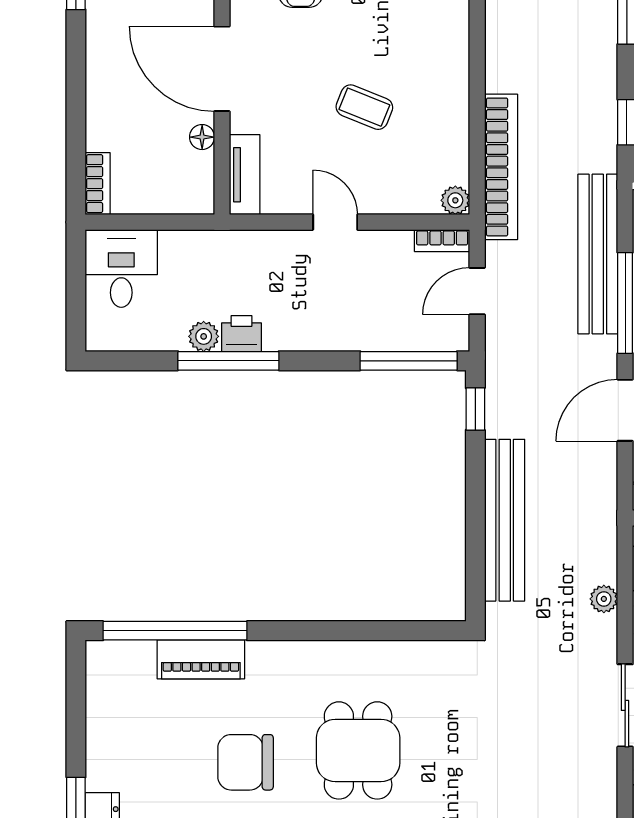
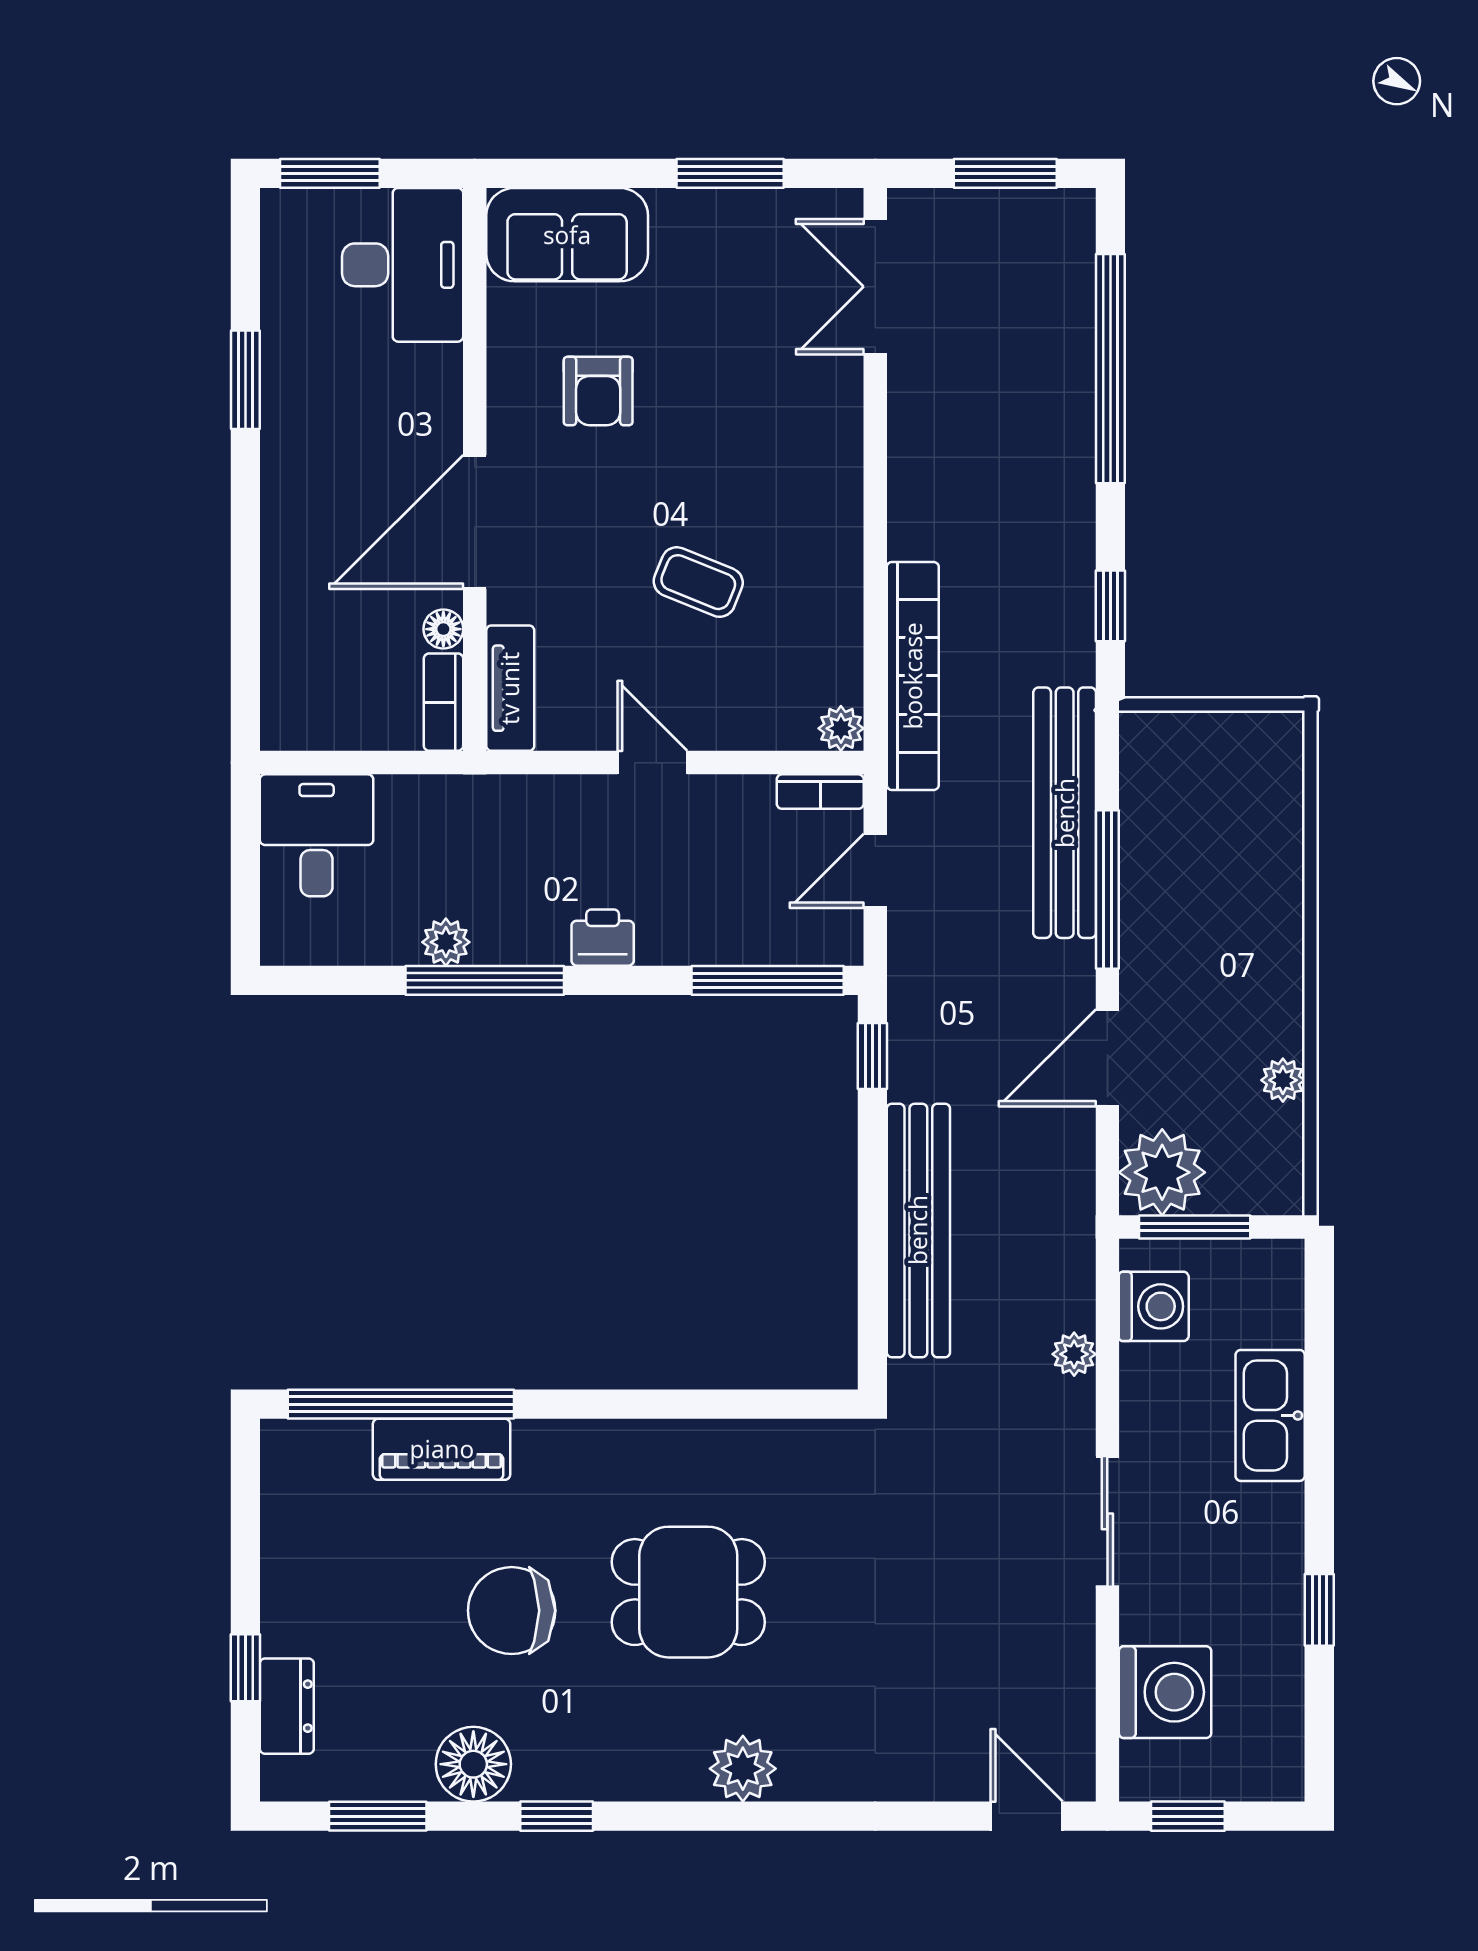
door: (222, 69) -> (475, 522), hinge flipped
bookcase: (98, 184) -> (443, 702), moved, turned 180
printer: (241, 334) -> (603, 938), moved
dining table: (358, 750) -> (688, 1592), turned 90

